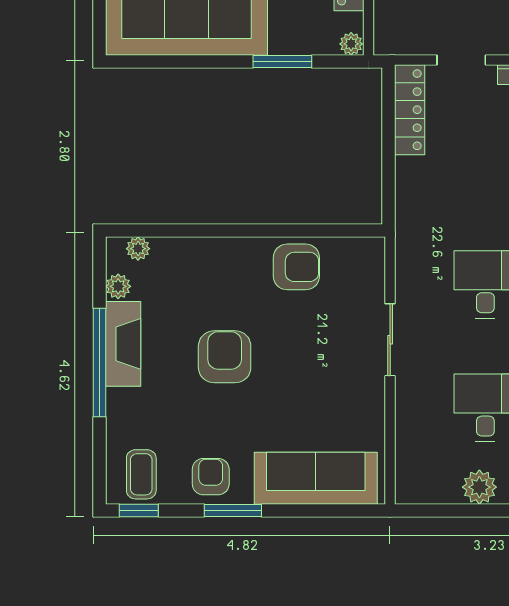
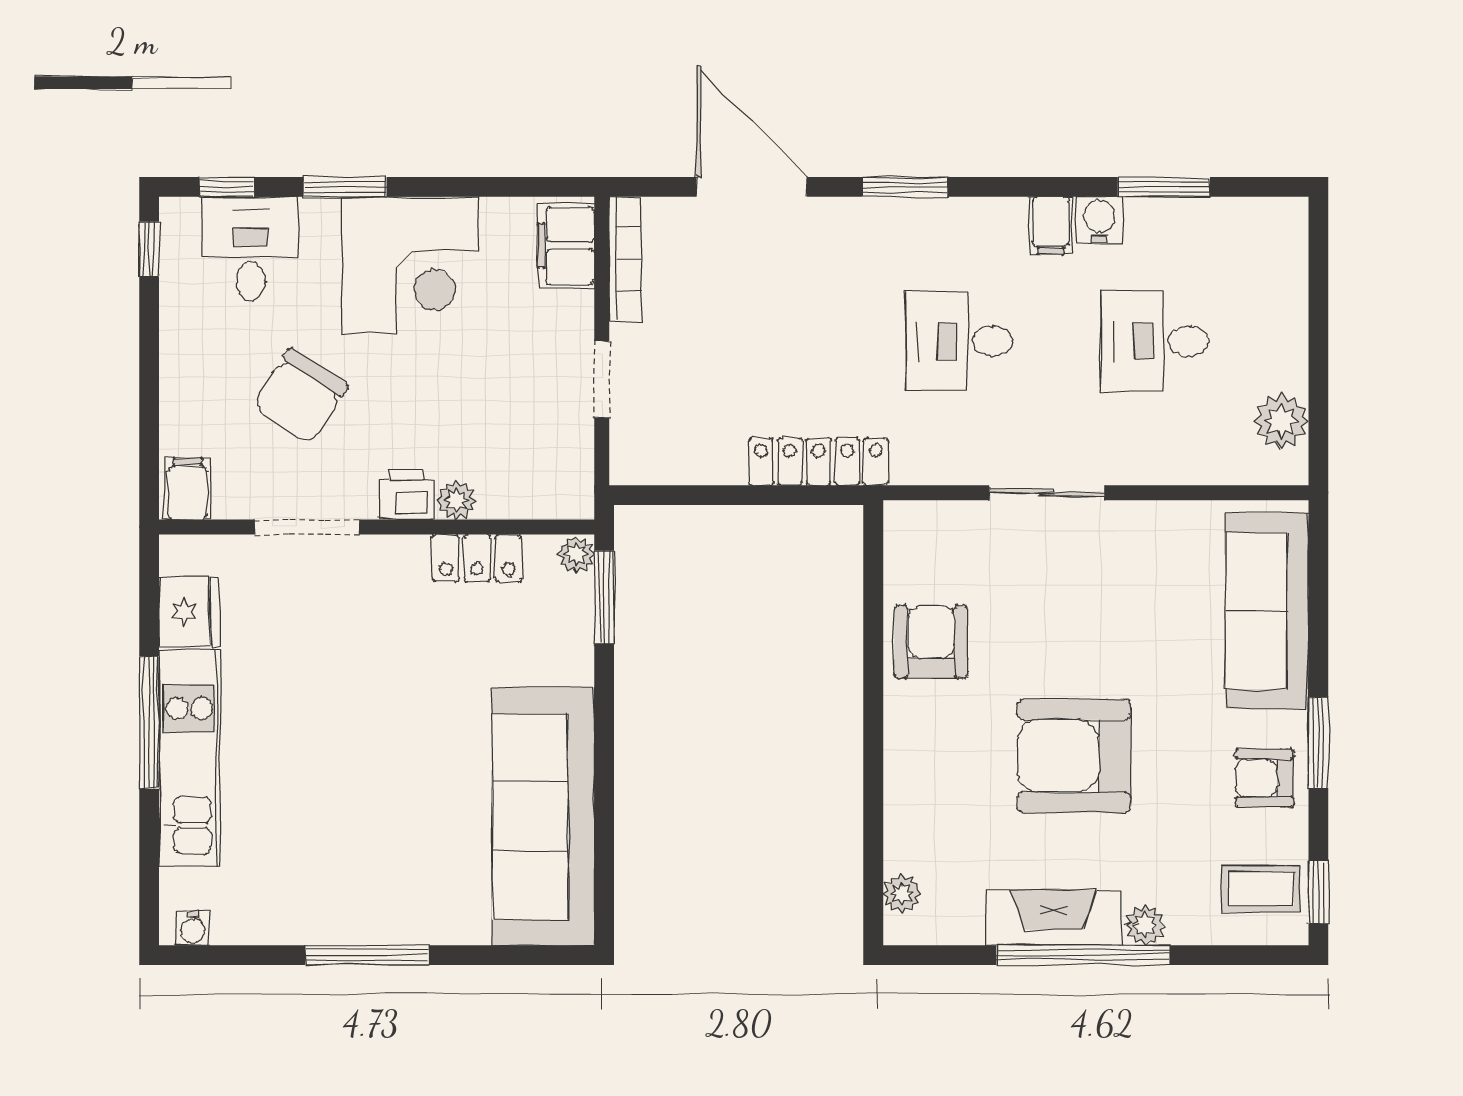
window: (282, 61) -> (604, 597), moved
locker: (410, 110) -> (818, 462), moved
plant: (118, 286) -> (1145, 925), moved
armchair: (225, 357) -> (1074, 756), width x1.36, depth x1.36
plant: (479, 487) -> (1281, 421), moved

